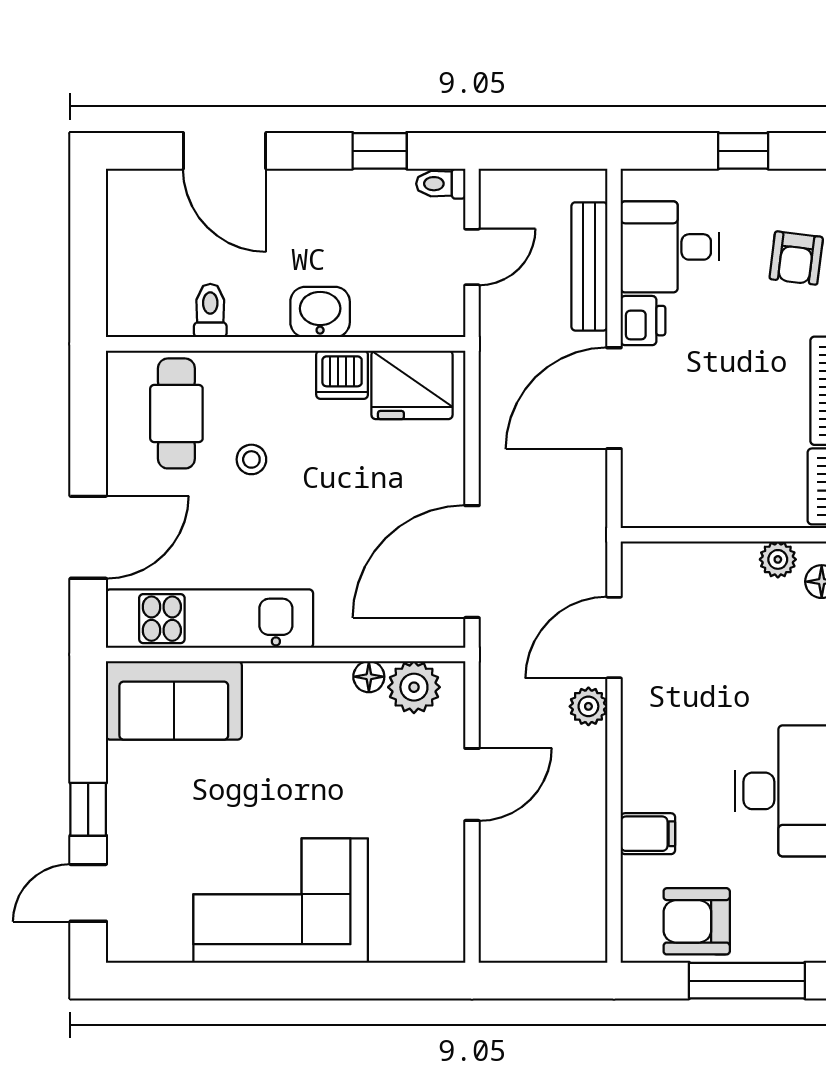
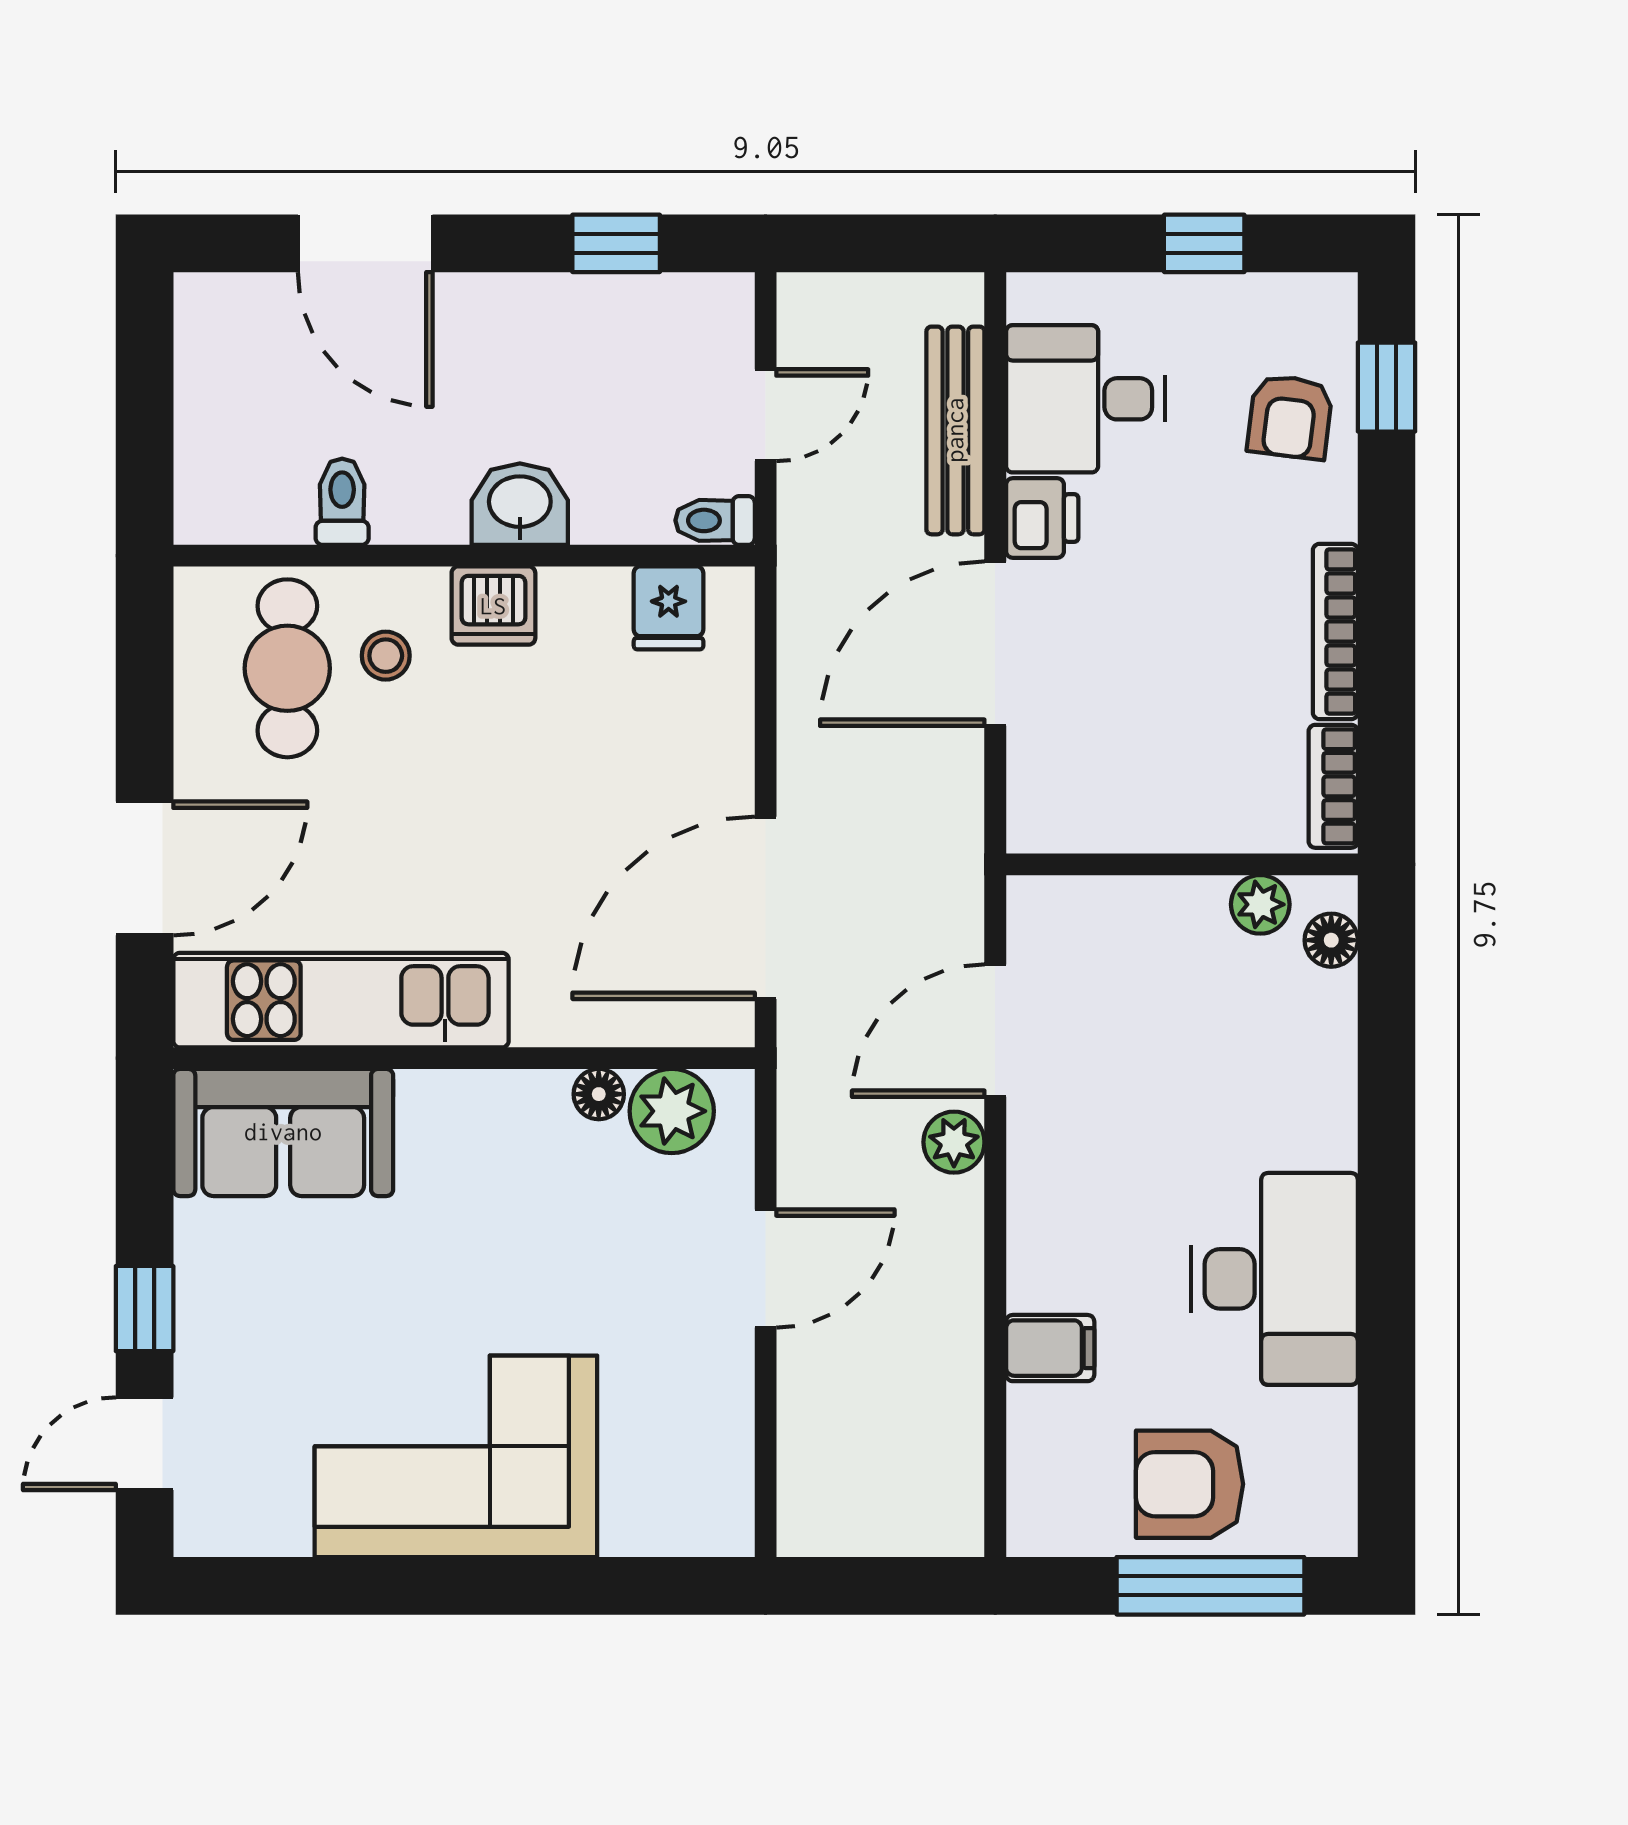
toilet: (441, 184) -> (715, 520), moved
dishwasher: (342, 375) -> (493, 606), moved
fridge: (412, 385) -> (669, 608), width x0.53, depth x0.75
stool: (251, 459) -> (386, 656), moved
armchair: (697, 921) -> (1190, 1484), moved

